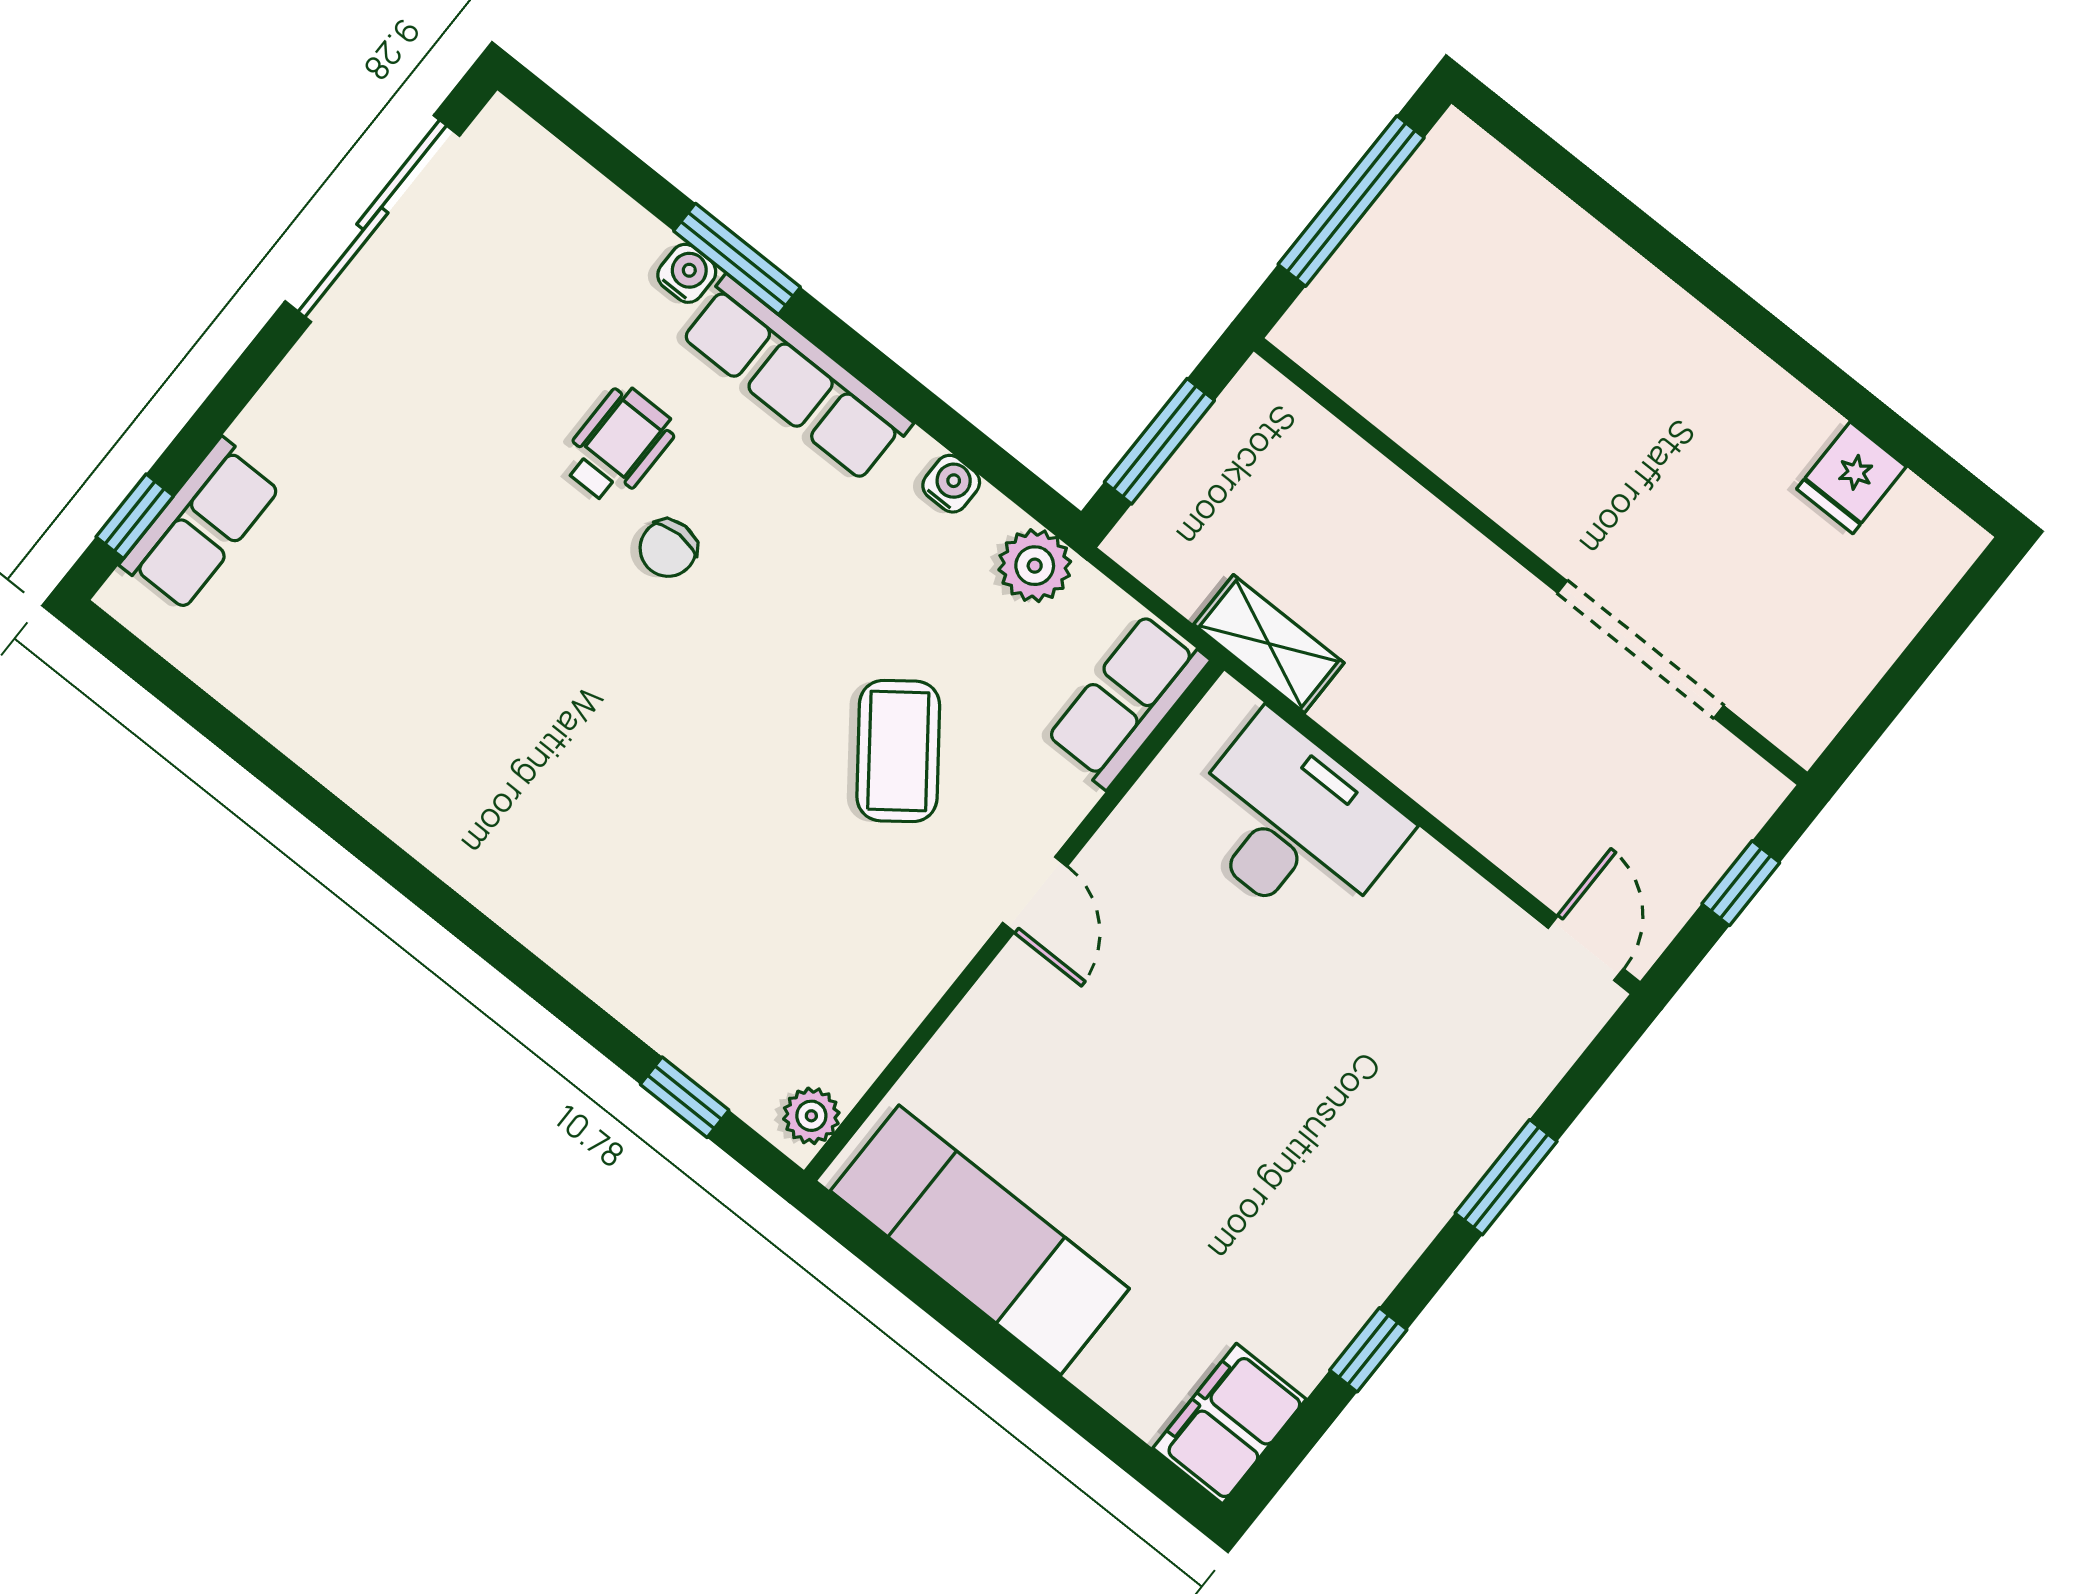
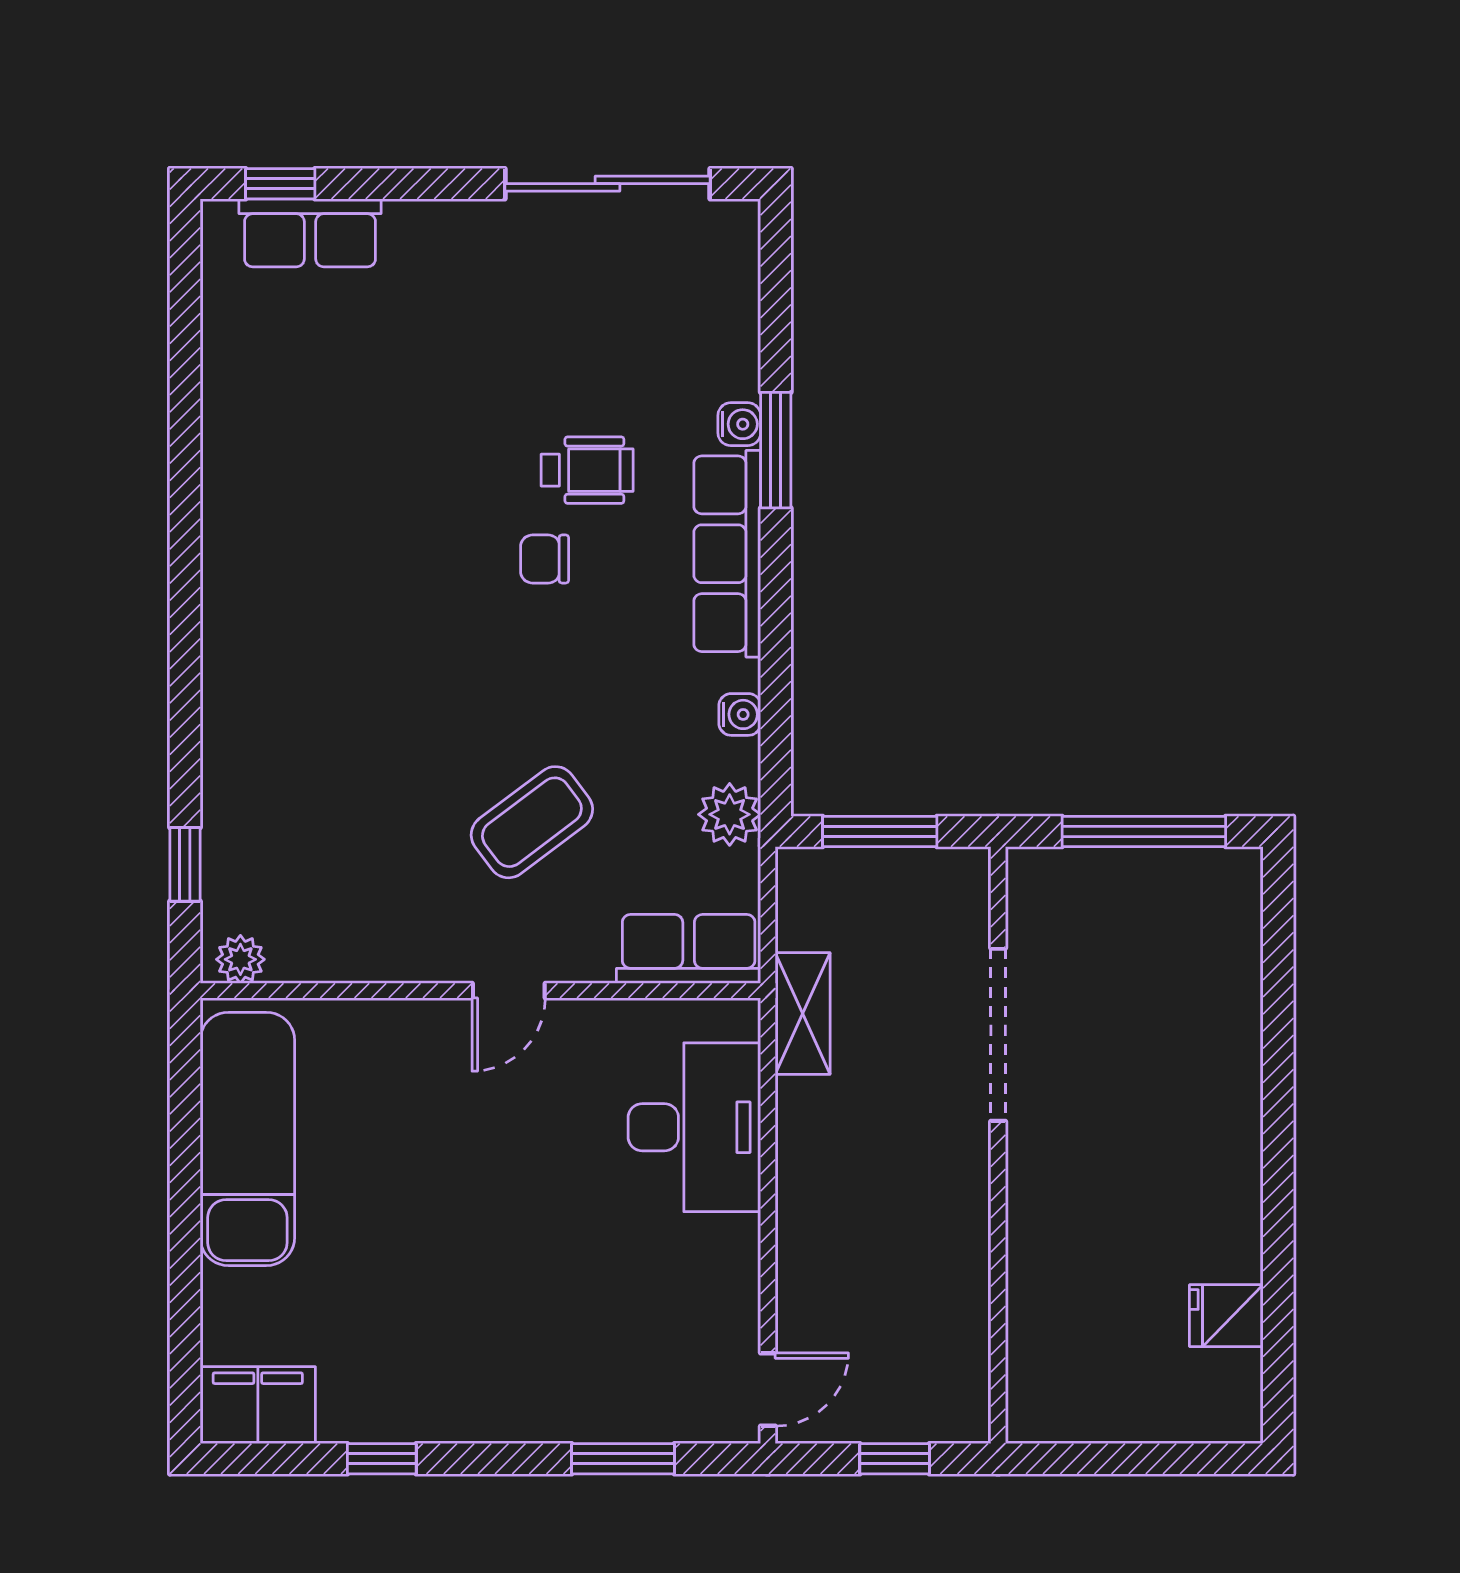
doorway: (1641, 649) -> (998, 1035), moved
window: (1506, 1177) -> (623, 1459), moved

